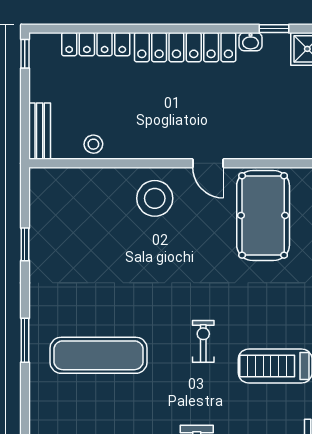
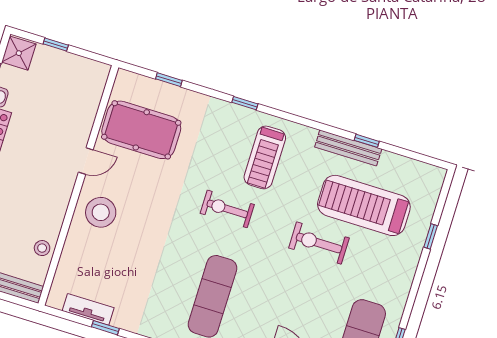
tv unit: (40, 218) -> (88, 309), added
exercise bike: (203, 341) -> (227, 209), width x1.38, depth x1.39

